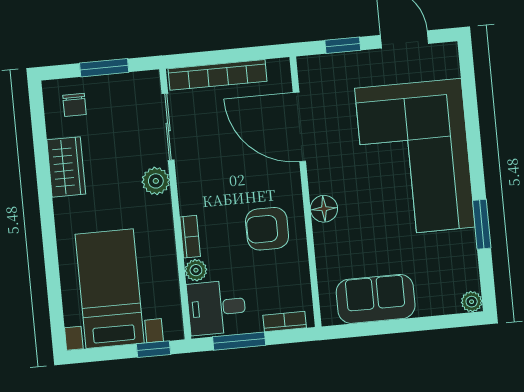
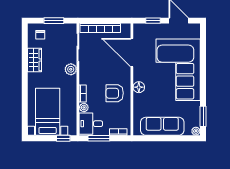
window: (482, 224) -> (203, 116), moved
sofa: (376, 299) -> (162, 126), width x1.36

